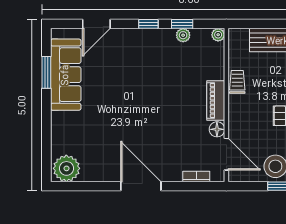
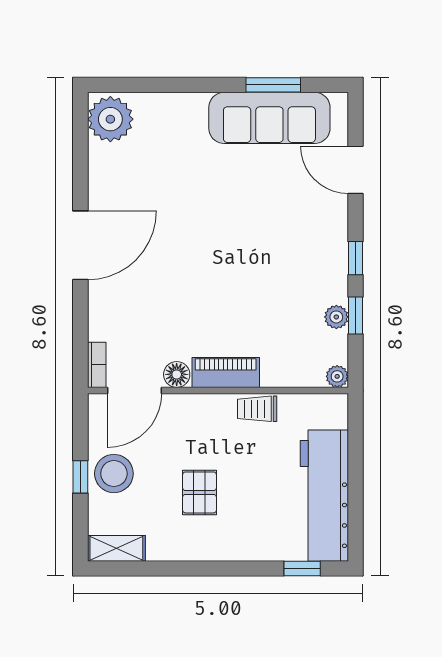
trolley: (237, 82) -> (257, 409), turned 180
bookcase: (196, 176) -> (97, 365), moved

